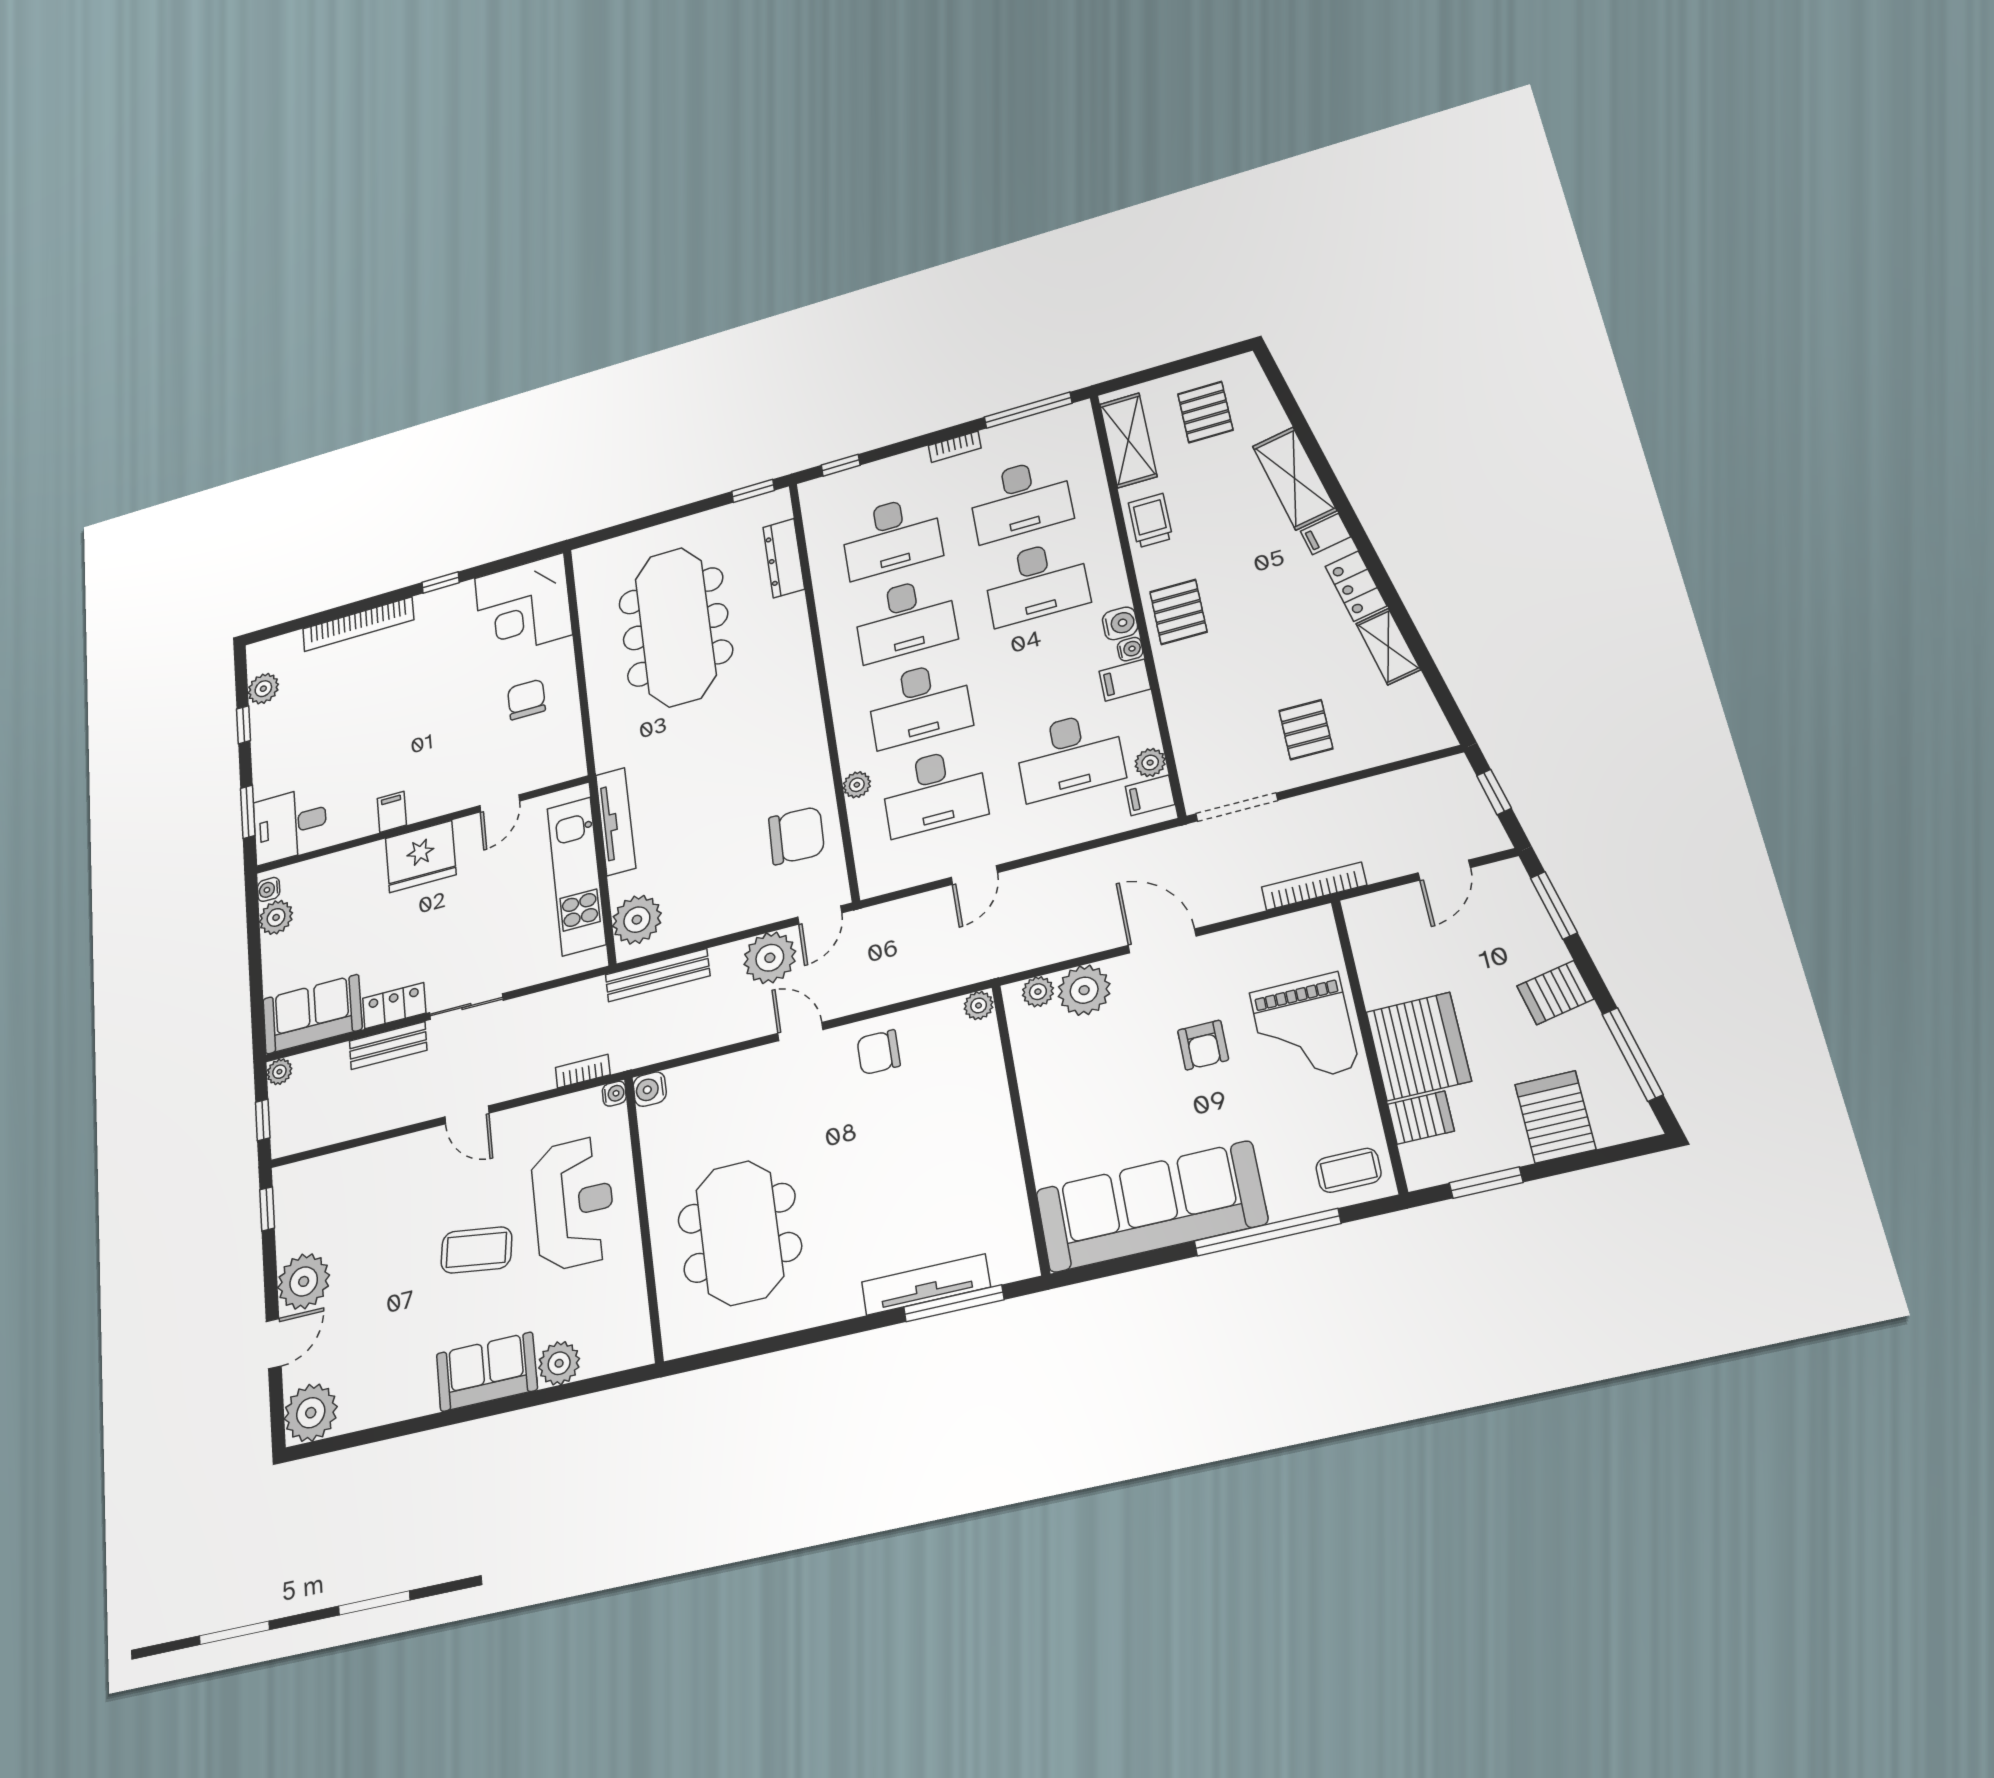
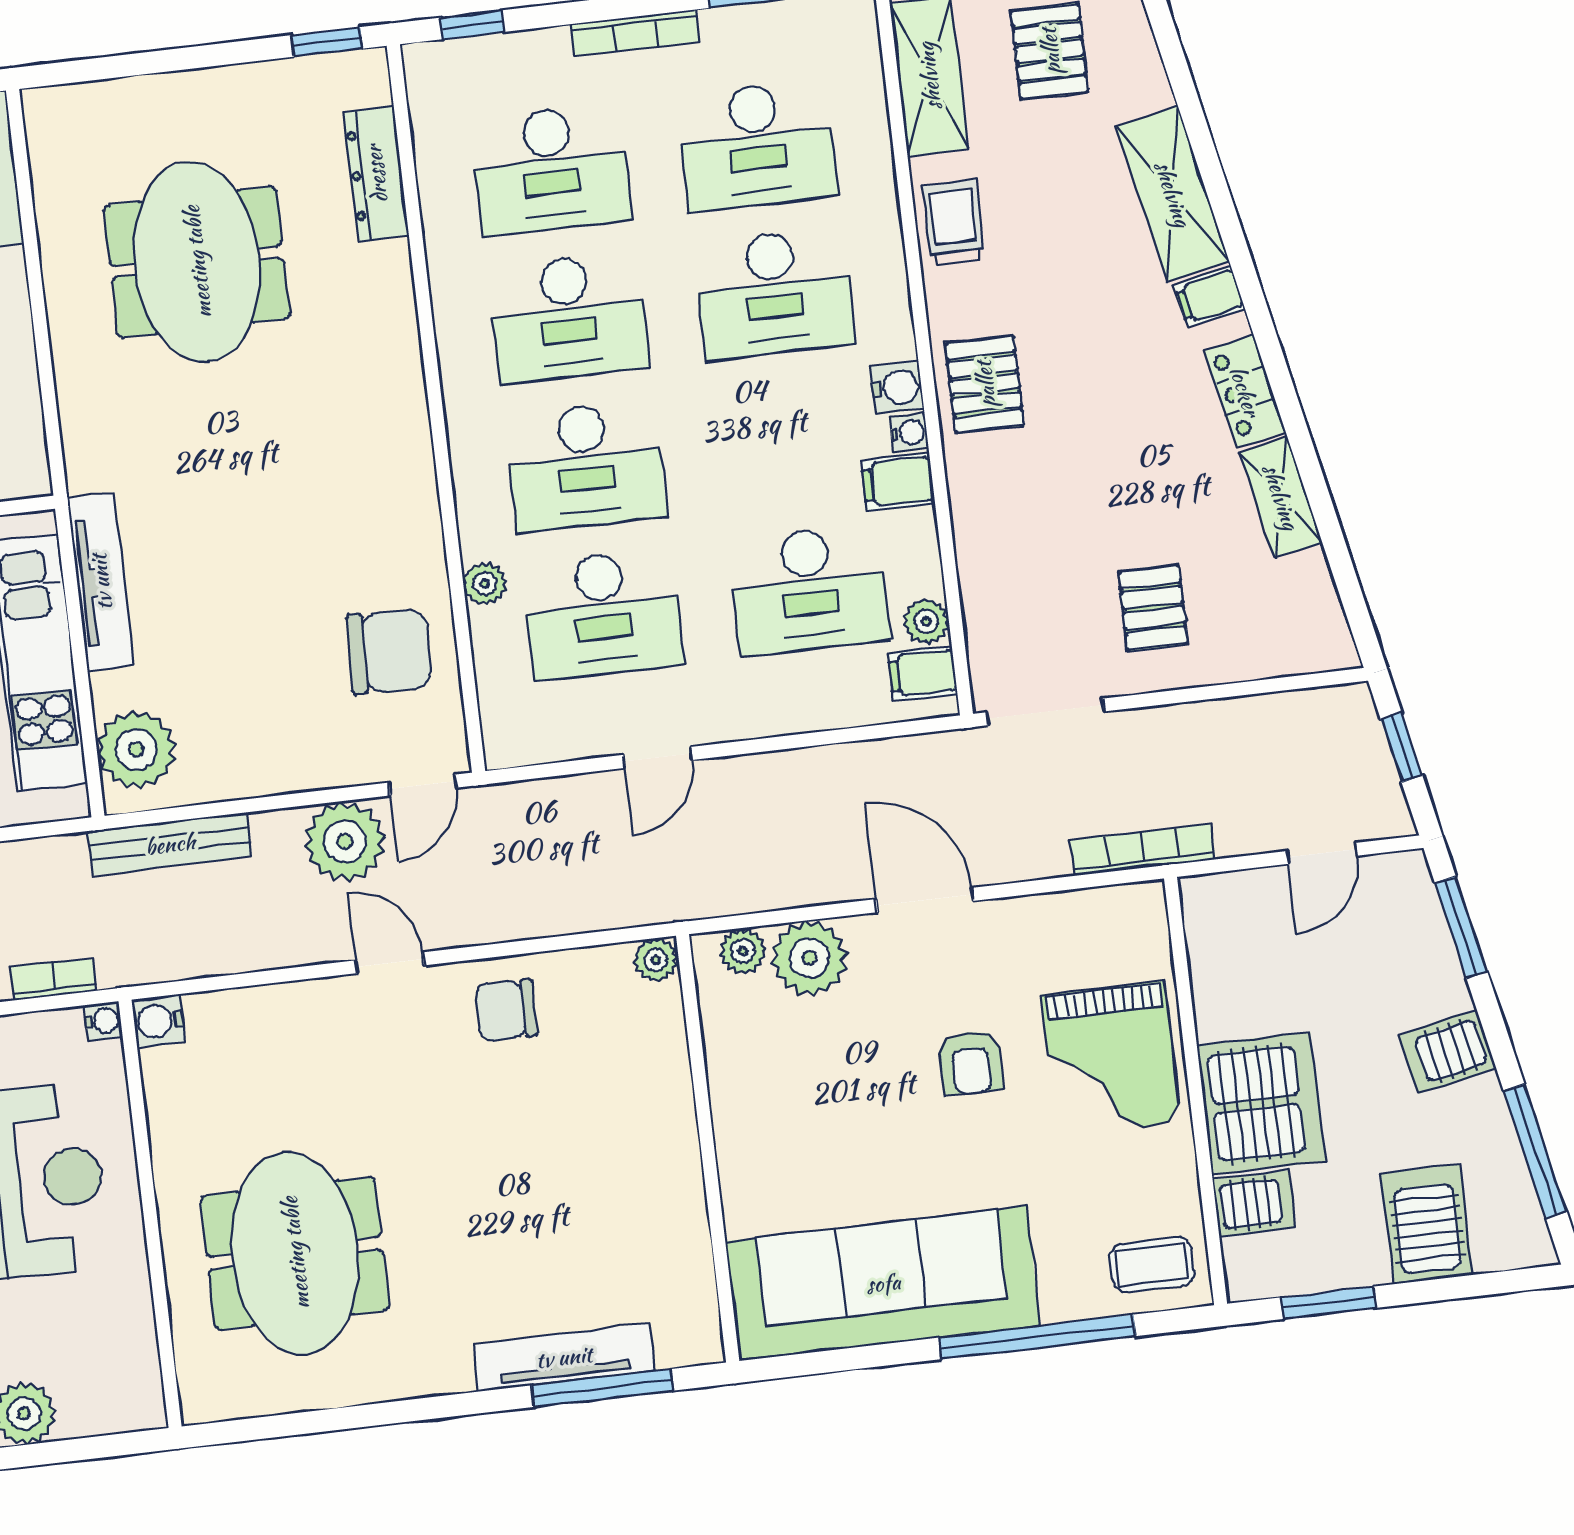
bookcase: (955, 447) -> (635, 33), width x1.56
meeting table: (675, 627) -> (197, 262), width x0.73

